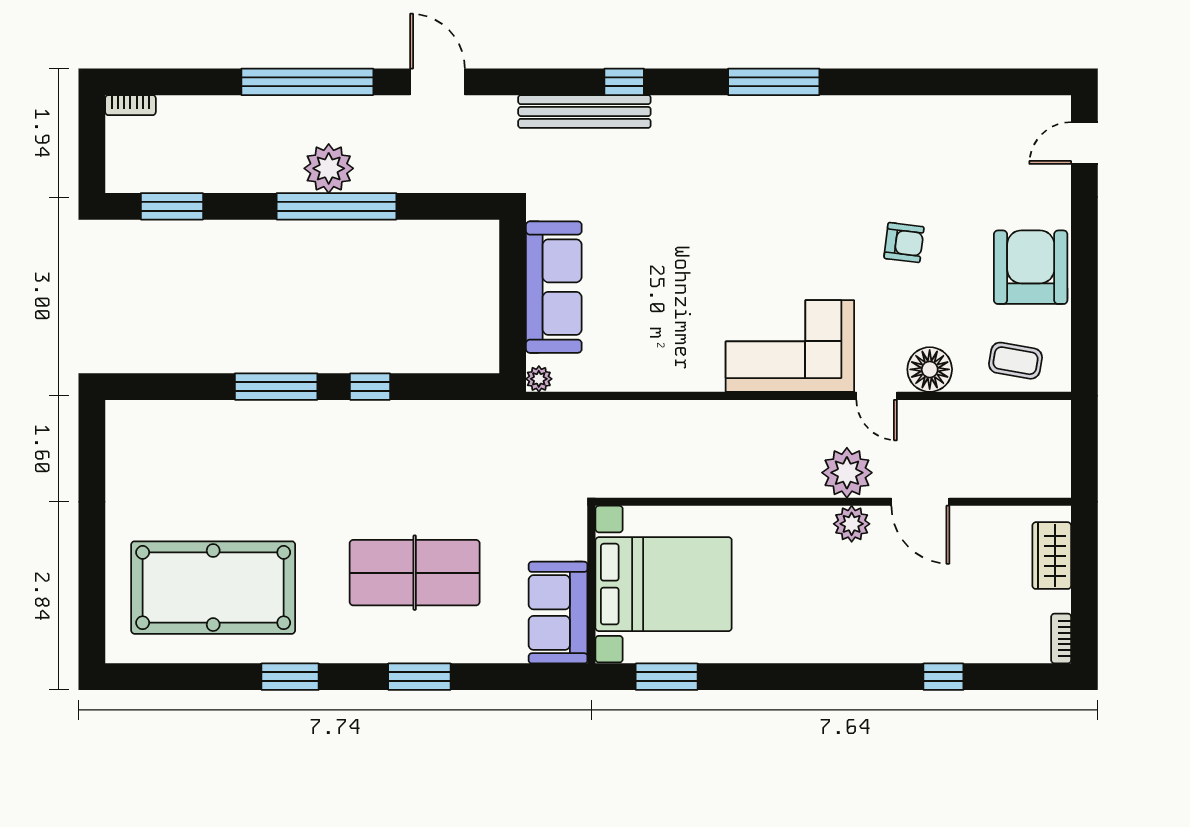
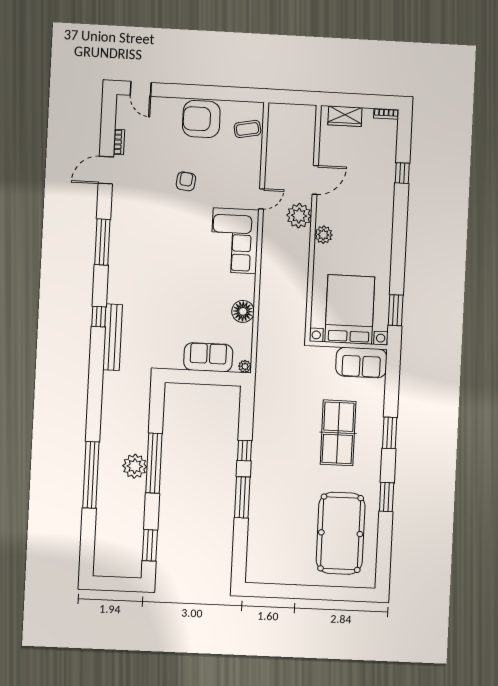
door: (437, 82) -> (106, 170), moved
bookcase: (130, 105) -> (119, 142), moved
sofa: (554, 287) -> (208, 357), width x0.73
coffee table: (1015, 361) -> (247, 129), turned 69
floor lamp: (930, 369) -> (243, 311), moved
plant: (852, 524) -> (323, 235), moved

